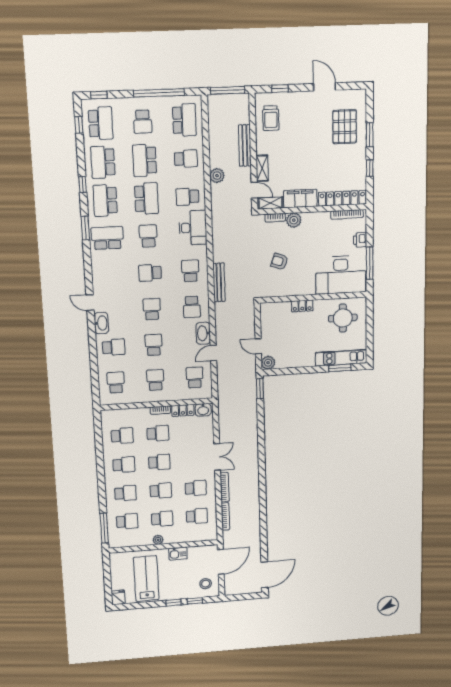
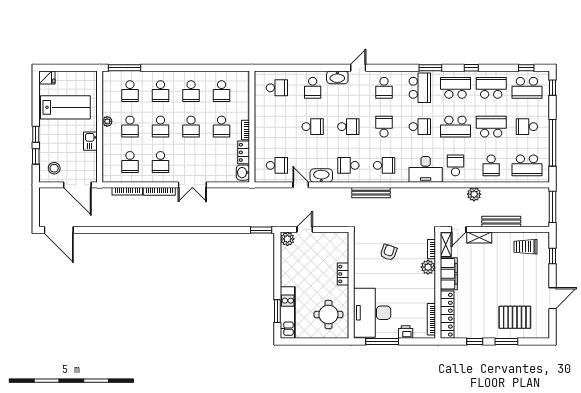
school desk: (155, 380) -> (384, 88), moved, turned 90

